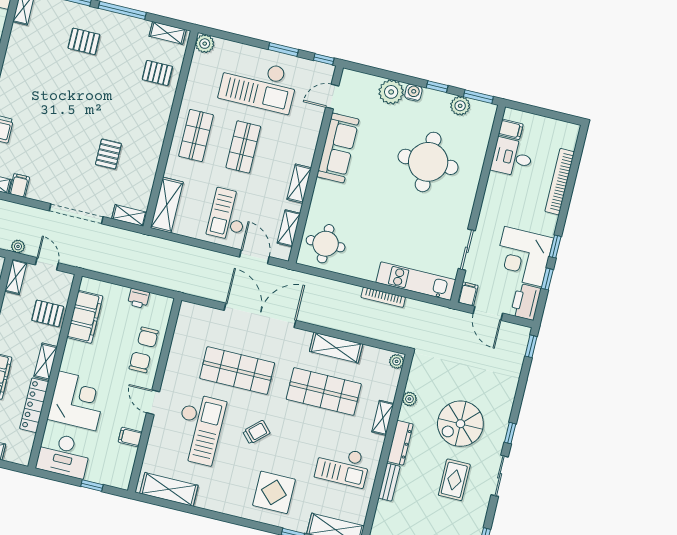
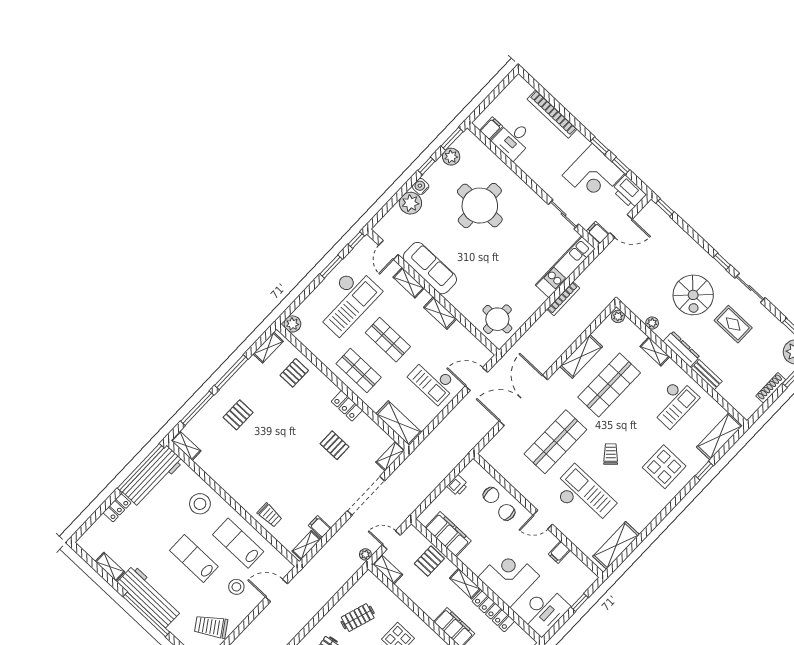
locker: (155, 144) -> (347, 406), added
shelving: (289, 228) -> (409, 283), moved

